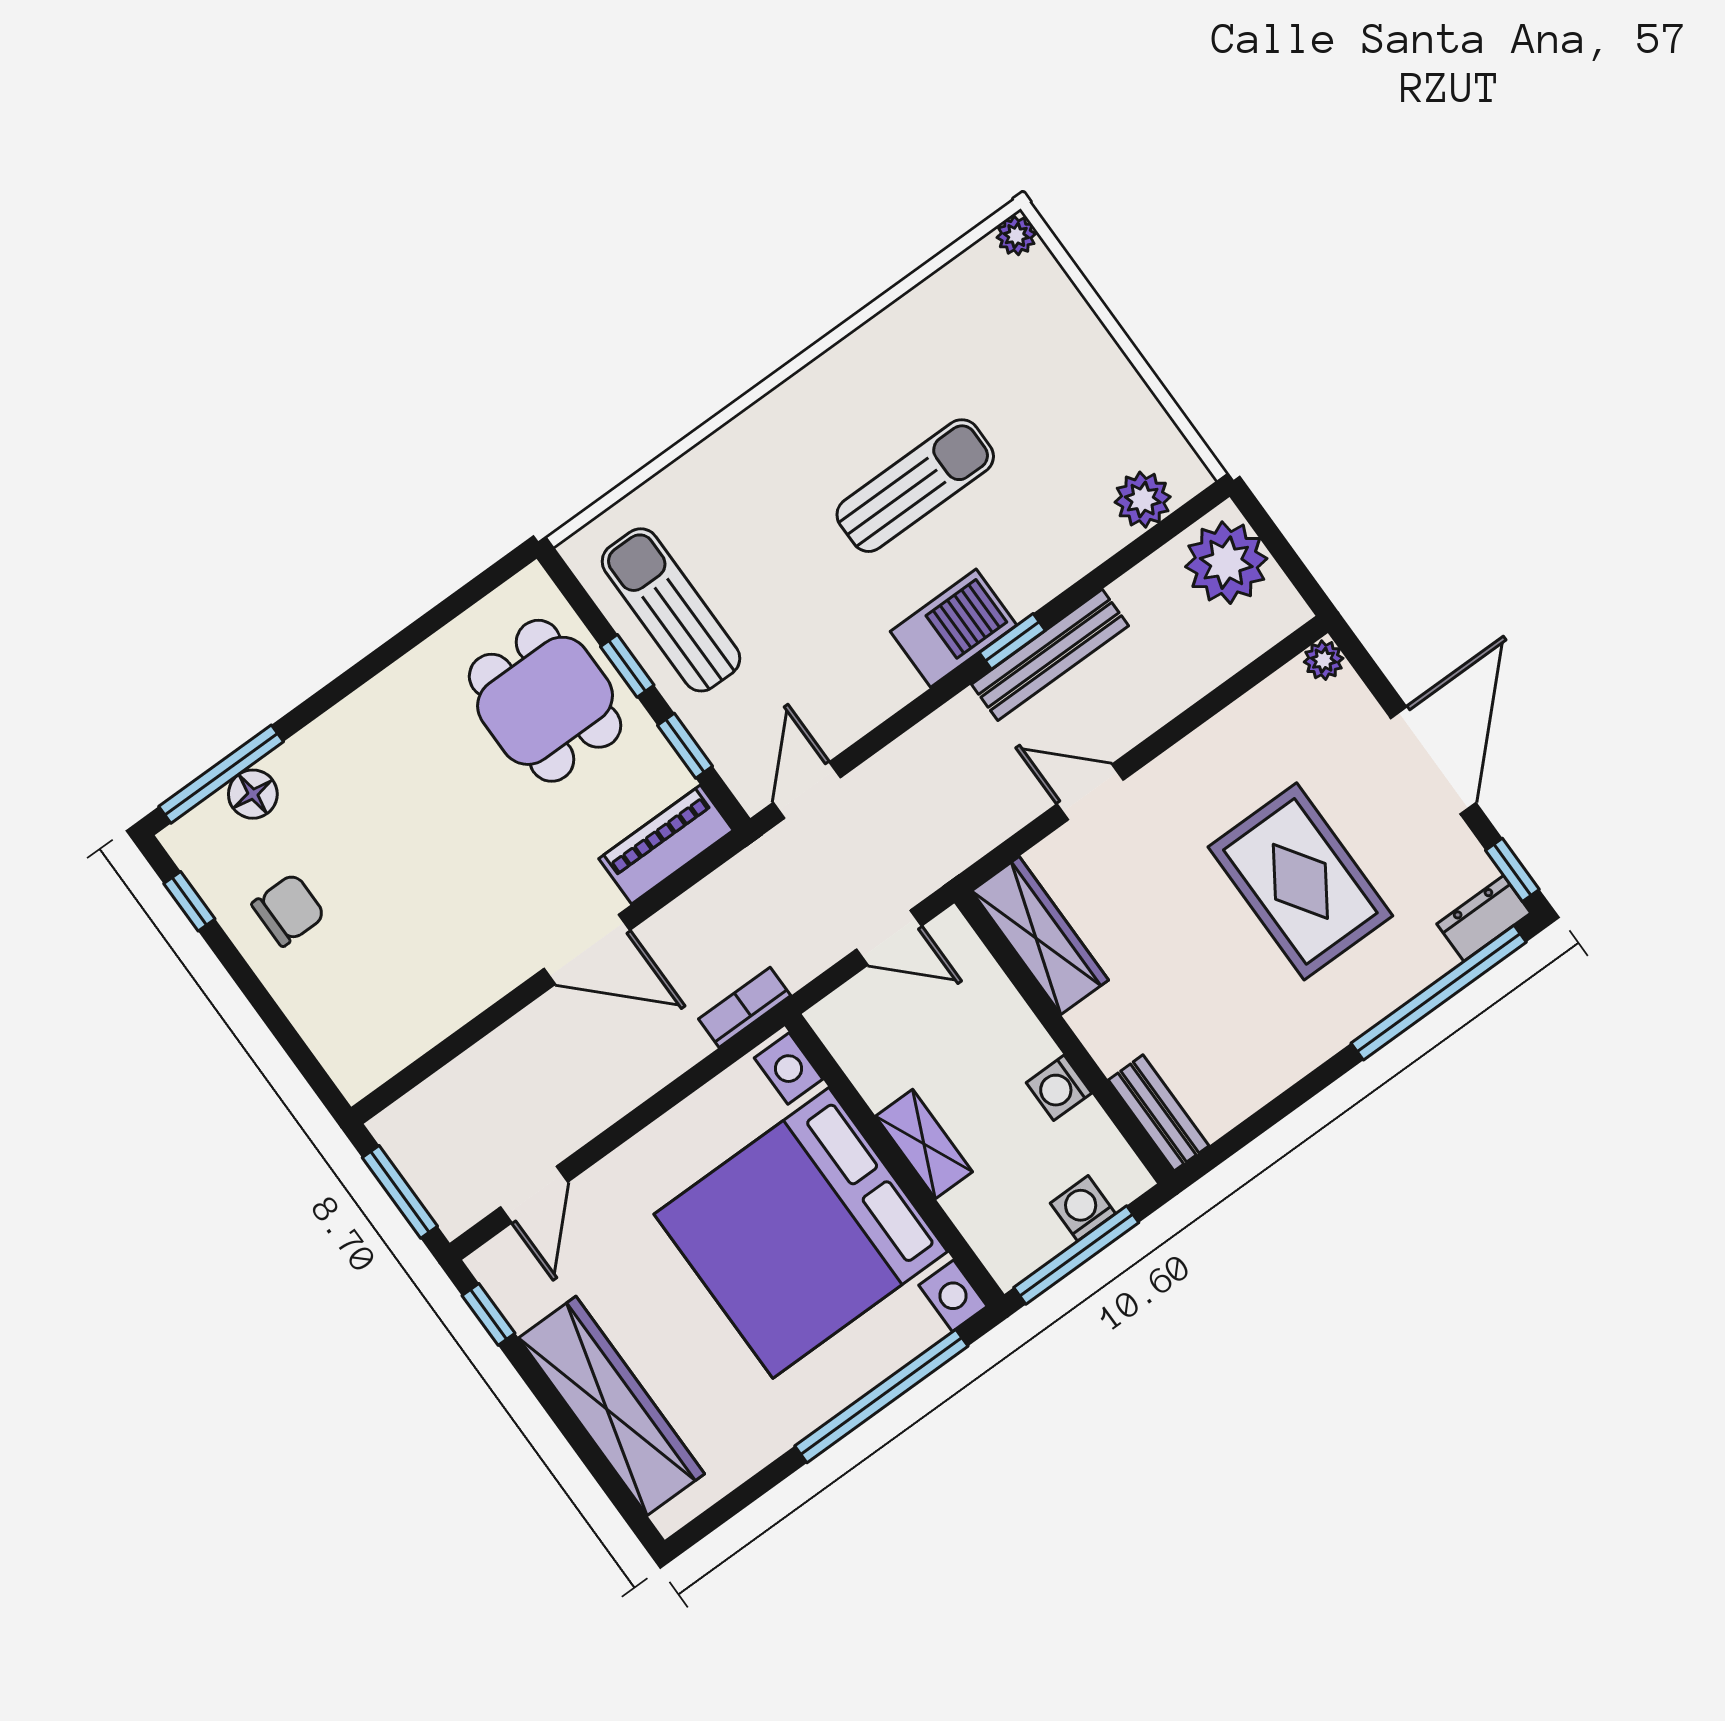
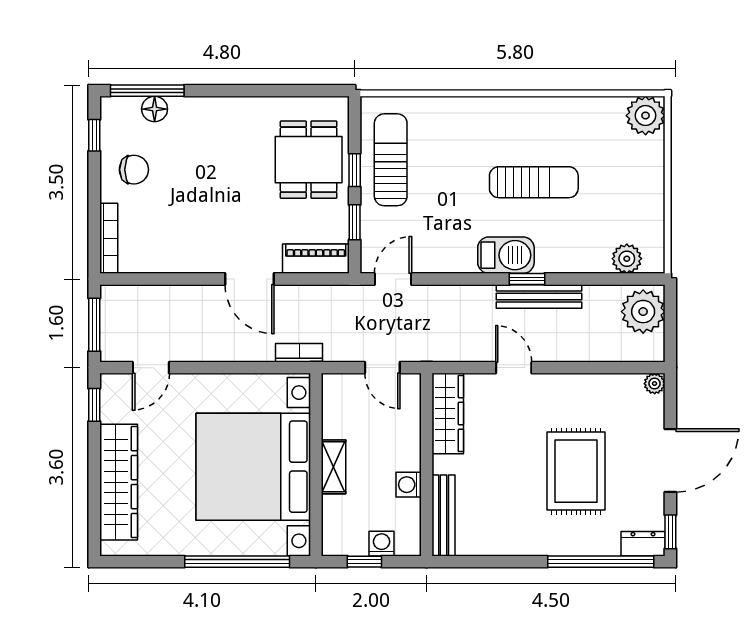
plant: (1016, 236) -> (646, 116), width x1.88, depth x1.88
bookcase: (326, 1043) -> (109, 238), added
bench: (1159, 1113) -> (444, 515), width x1.36
window: (1076, 1255) -> (364, 562), width x0.46

